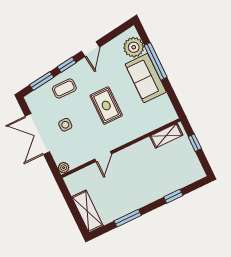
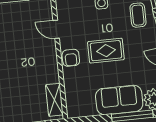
armchair: (124, 134) -> (71, 58), added

